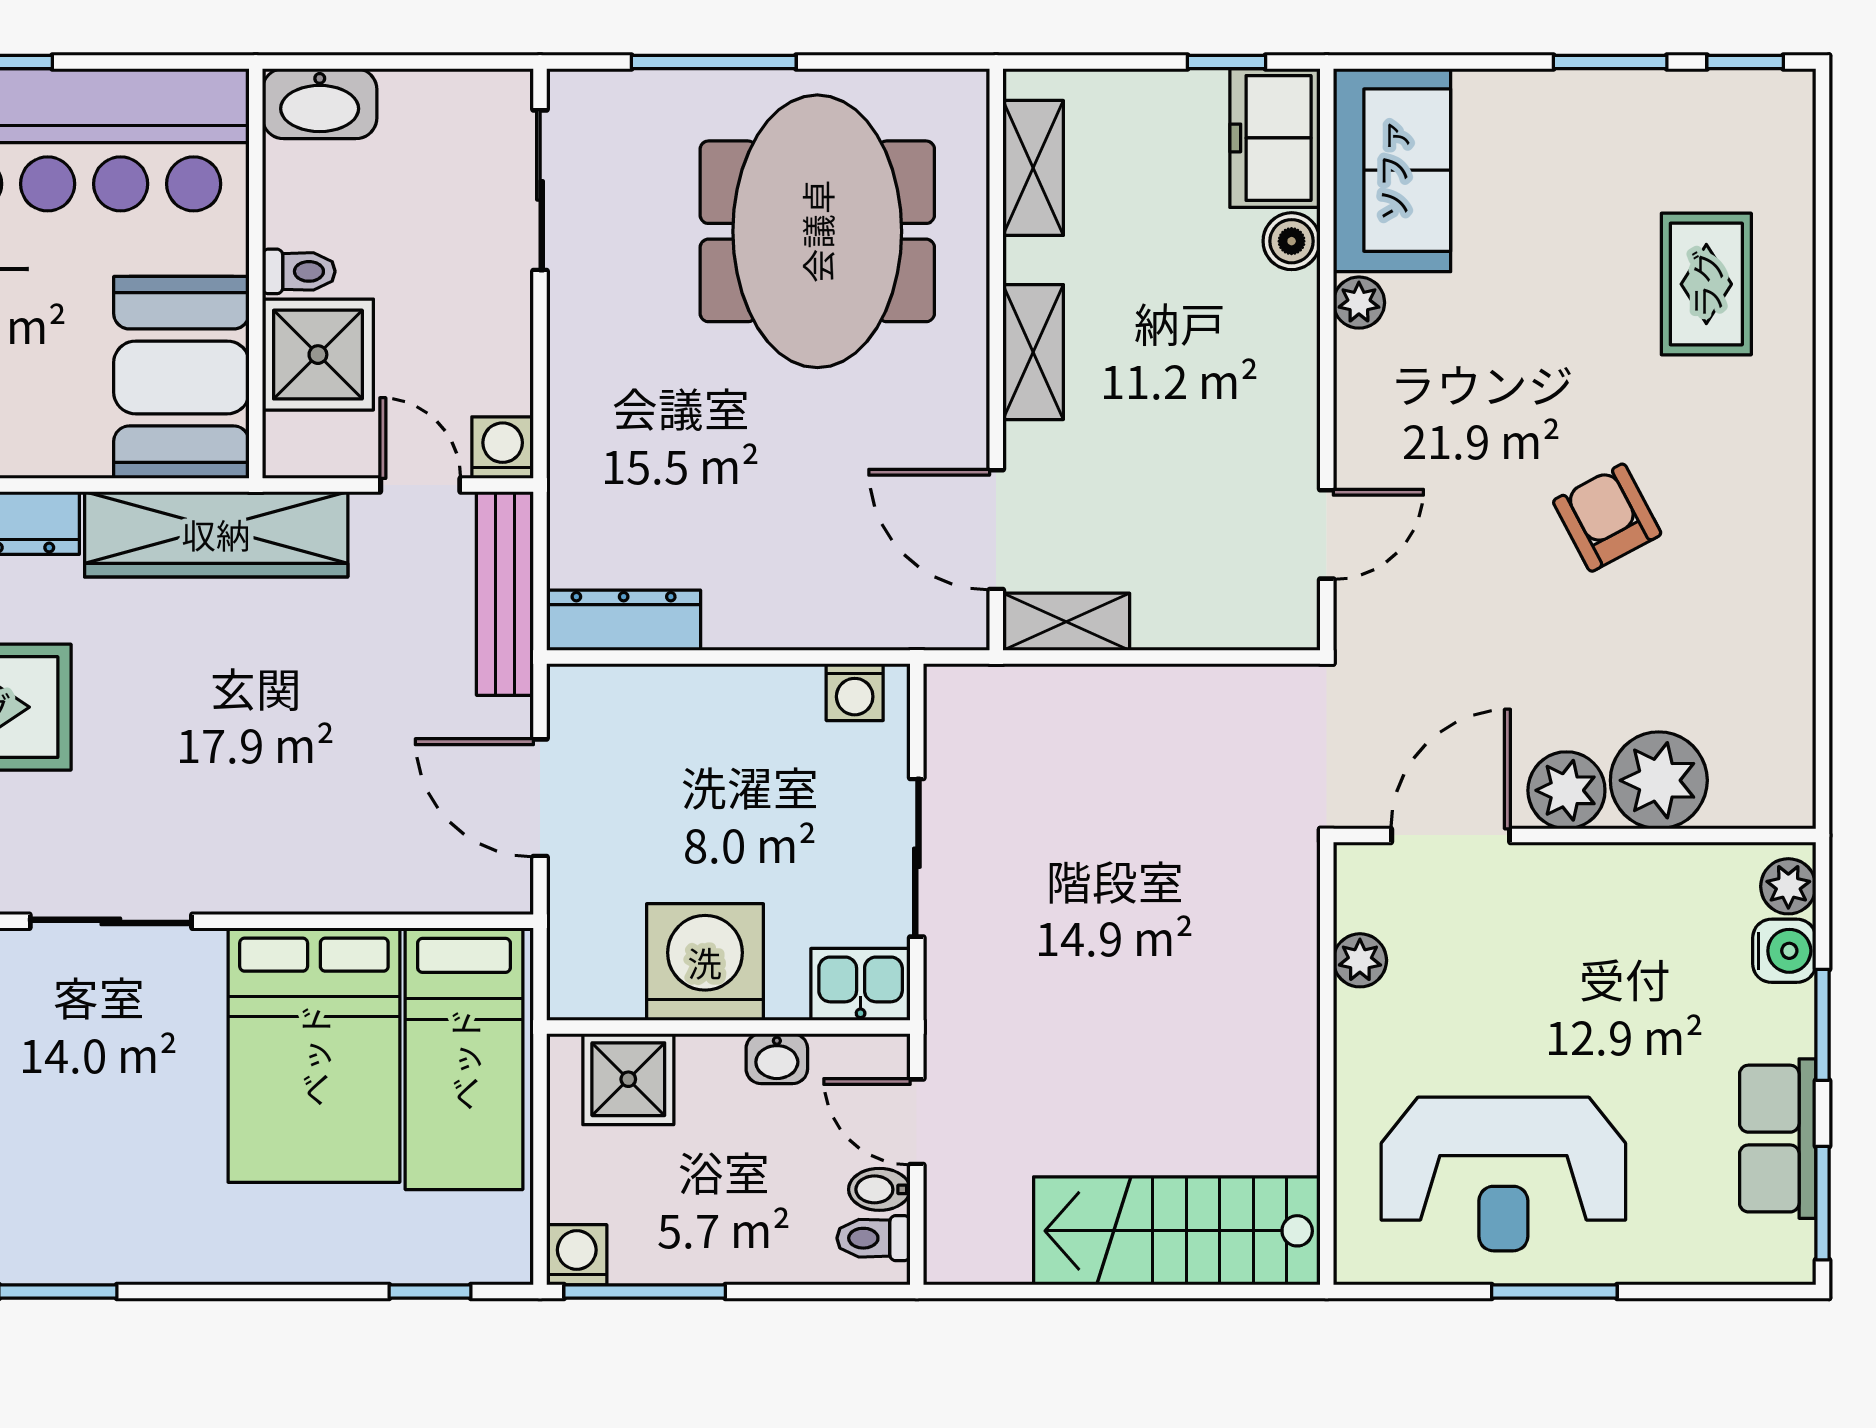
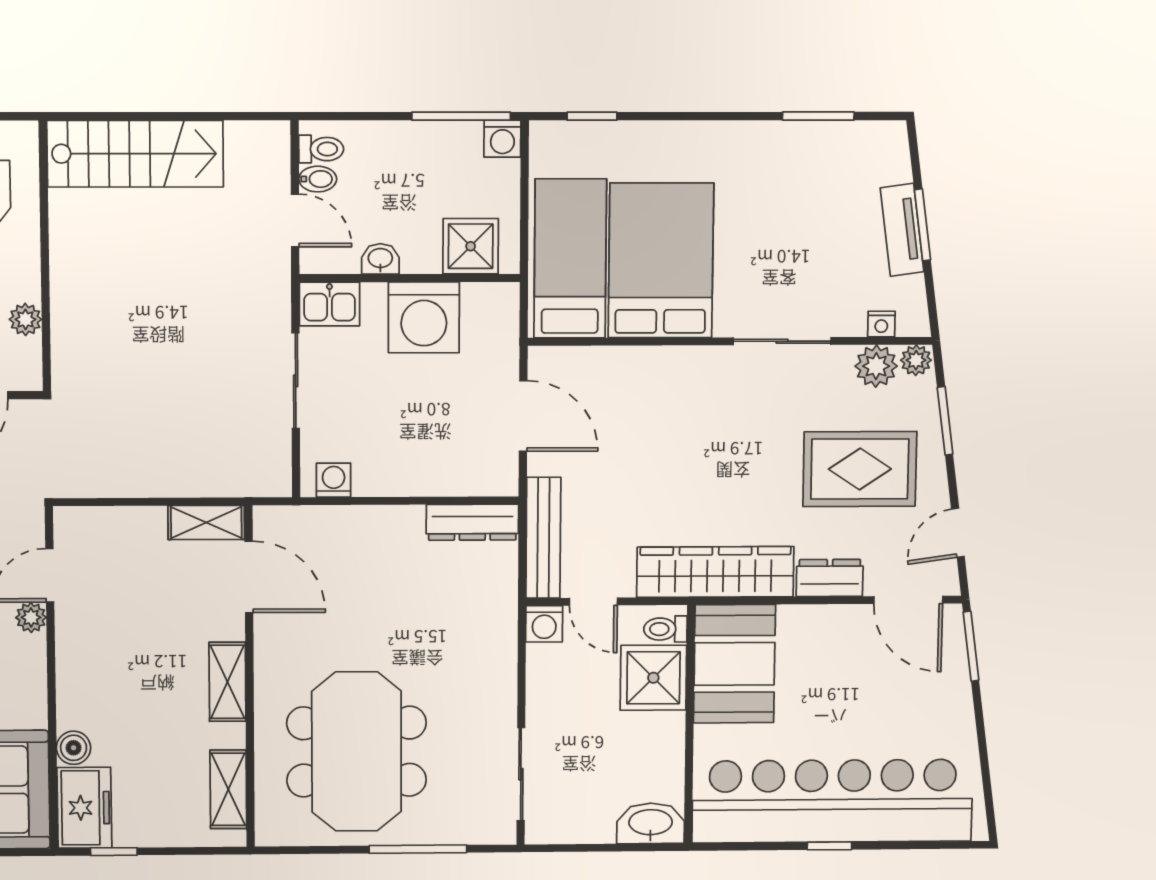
toilet: (299, 271) -> (665, 629), moved
plant: (1359, 303) -> (31, 617), moved

